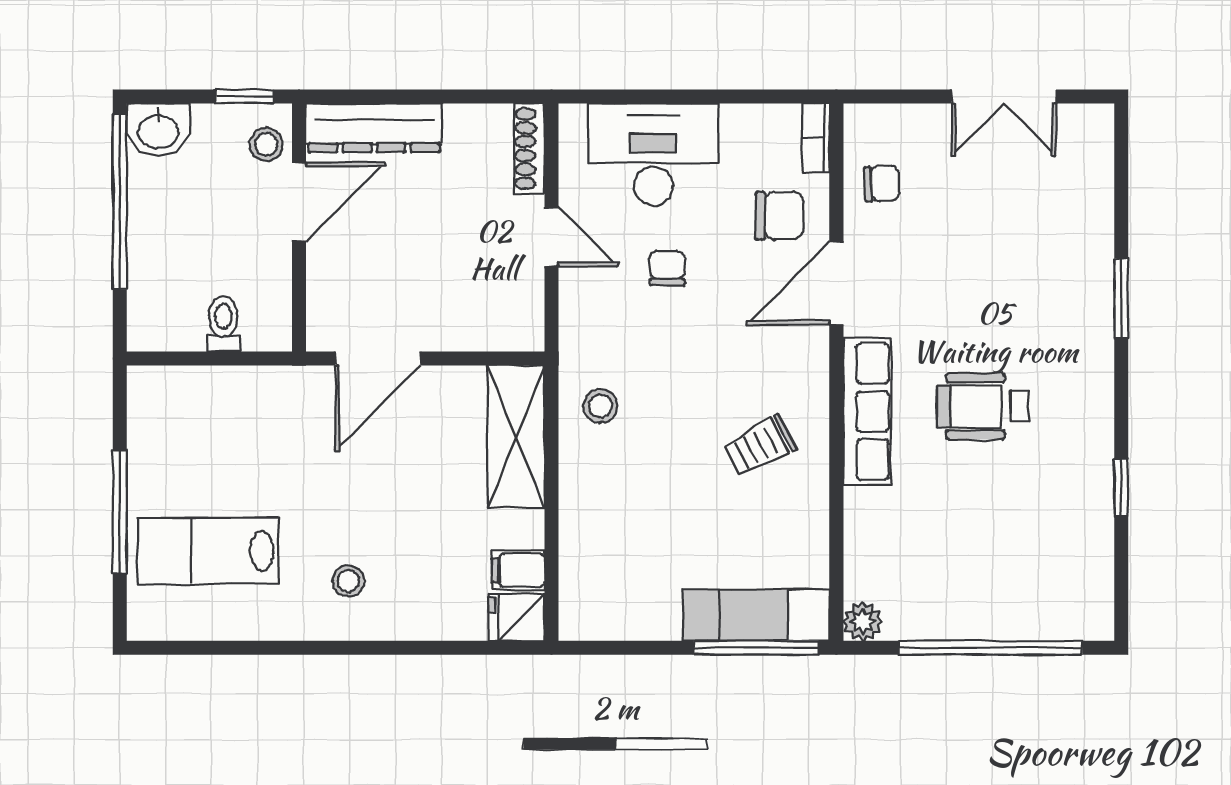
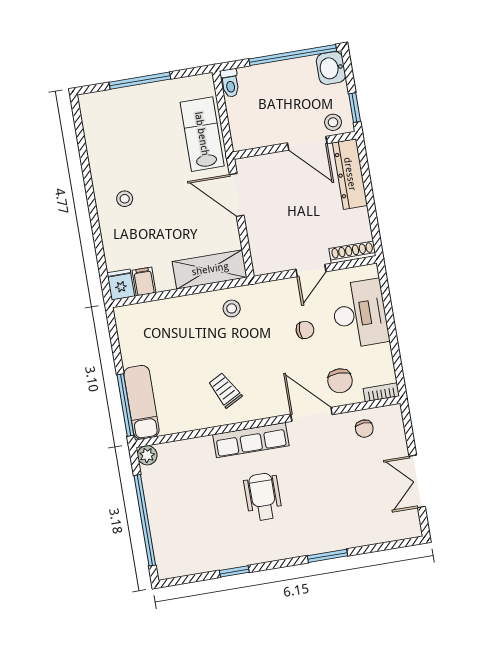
toilet: (223, 324) -> (230, 83), moved, turned 90
lab bench: (208, 551) -> (202, 134), moved

